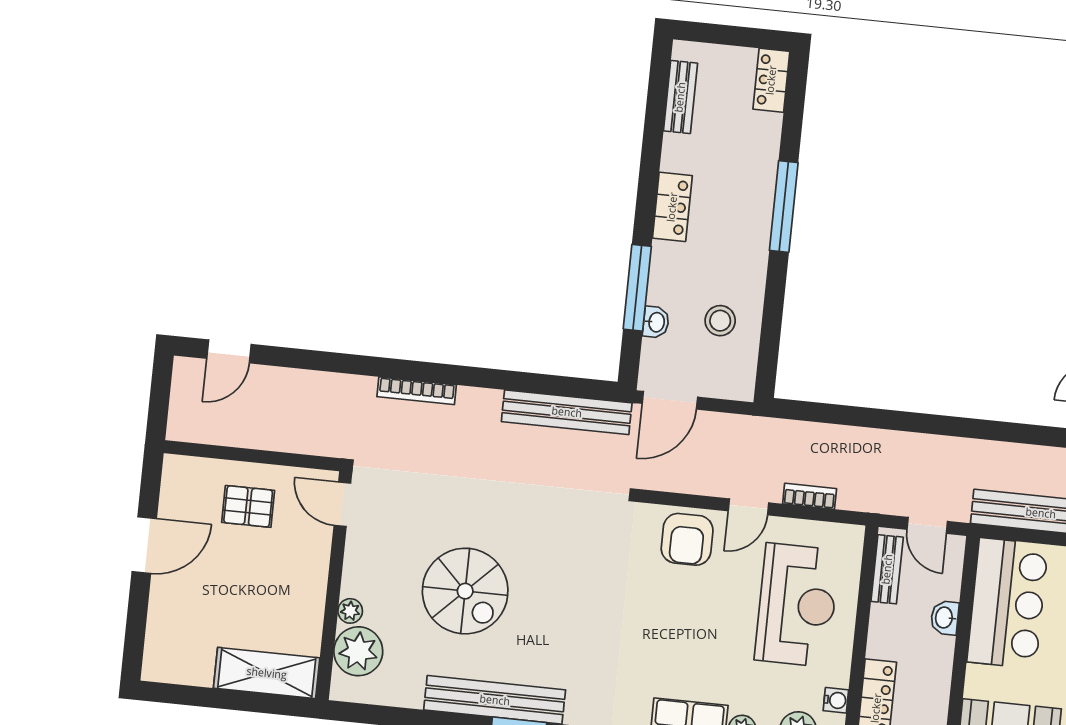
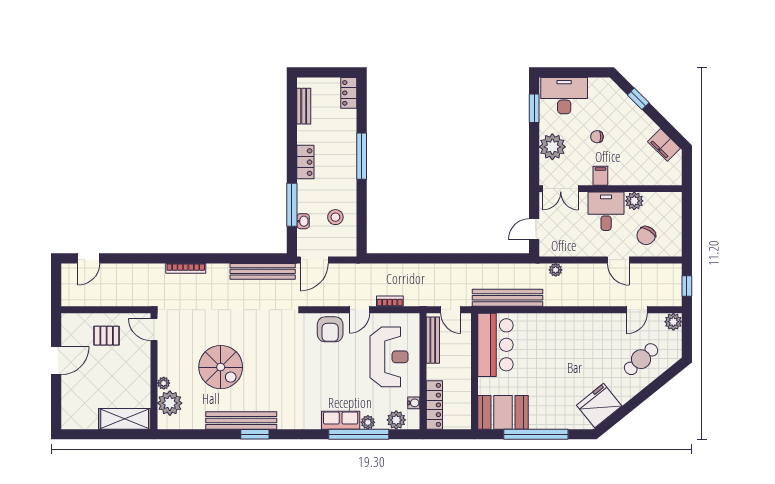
bench: (887, 569) -> (433, 340), width x1.36
washbasin: (945, 618) -> (464, 355), removed

